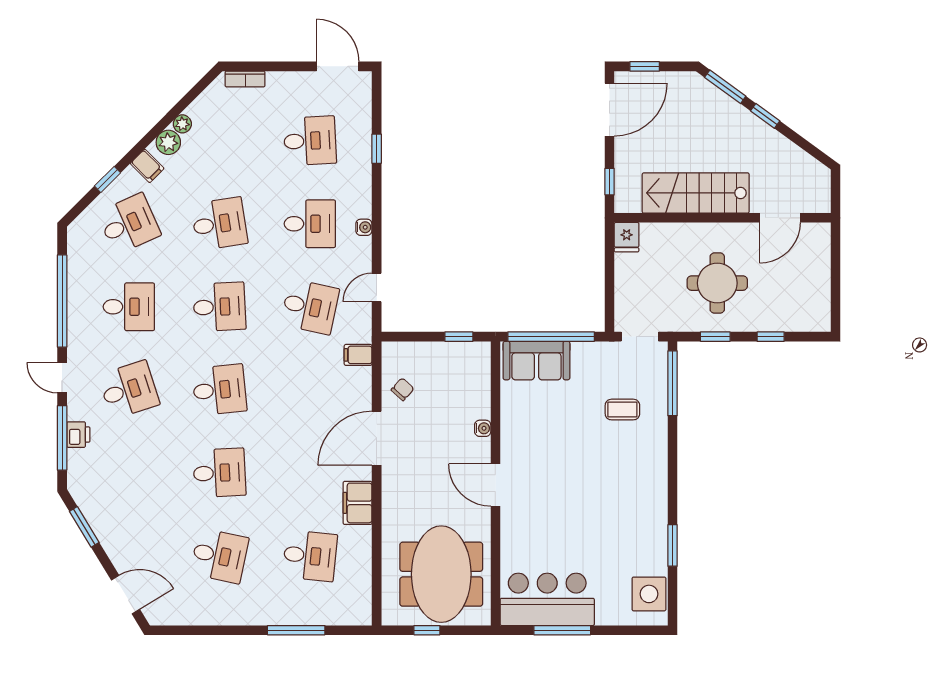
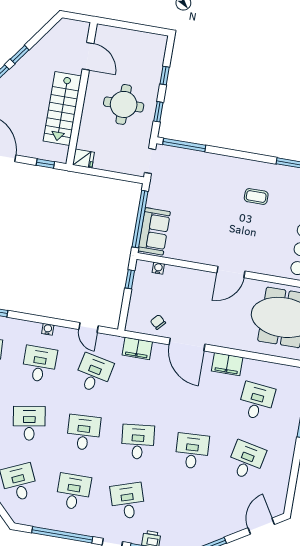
filing cabinet: (358, 355) -> (137, 348), width x2.00
coffee table: (622, 410) -> (256, 196), moved, turned 90
water cooler: (483, 428) -> (158, 268), moved

